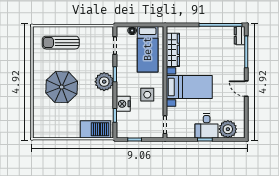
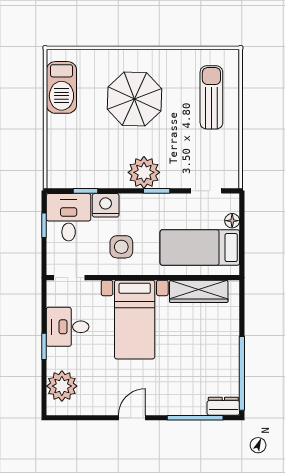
desk: (130, 125) -> (69, 217), added
desk: (207, 126) -> (68, 327), moved
barbecue: (95, 129) -> (61, 87), moved

